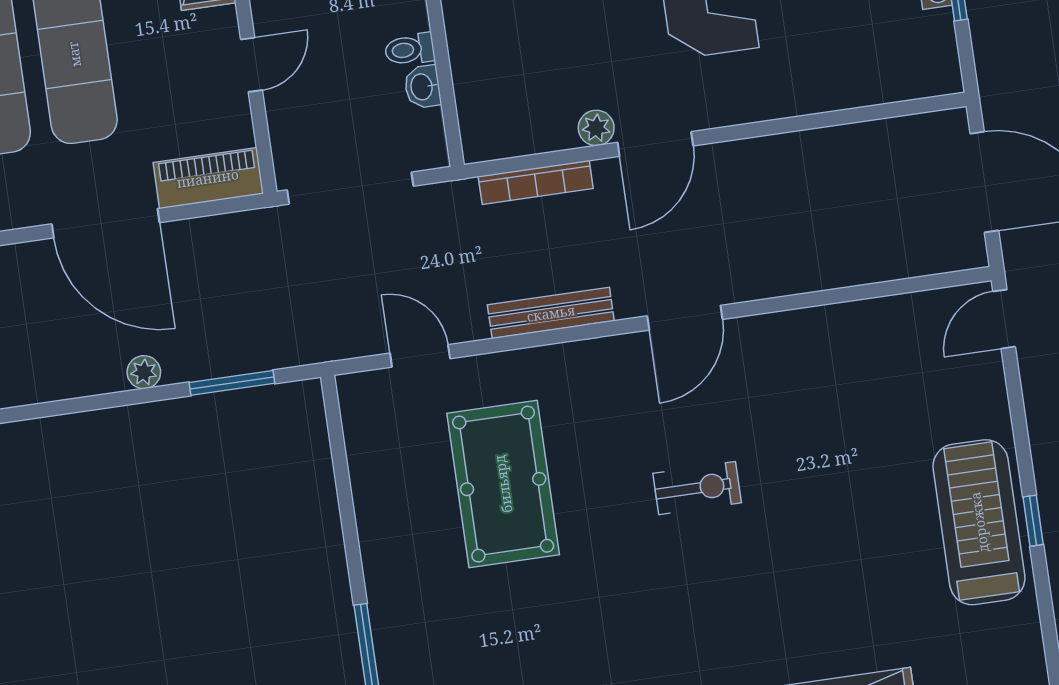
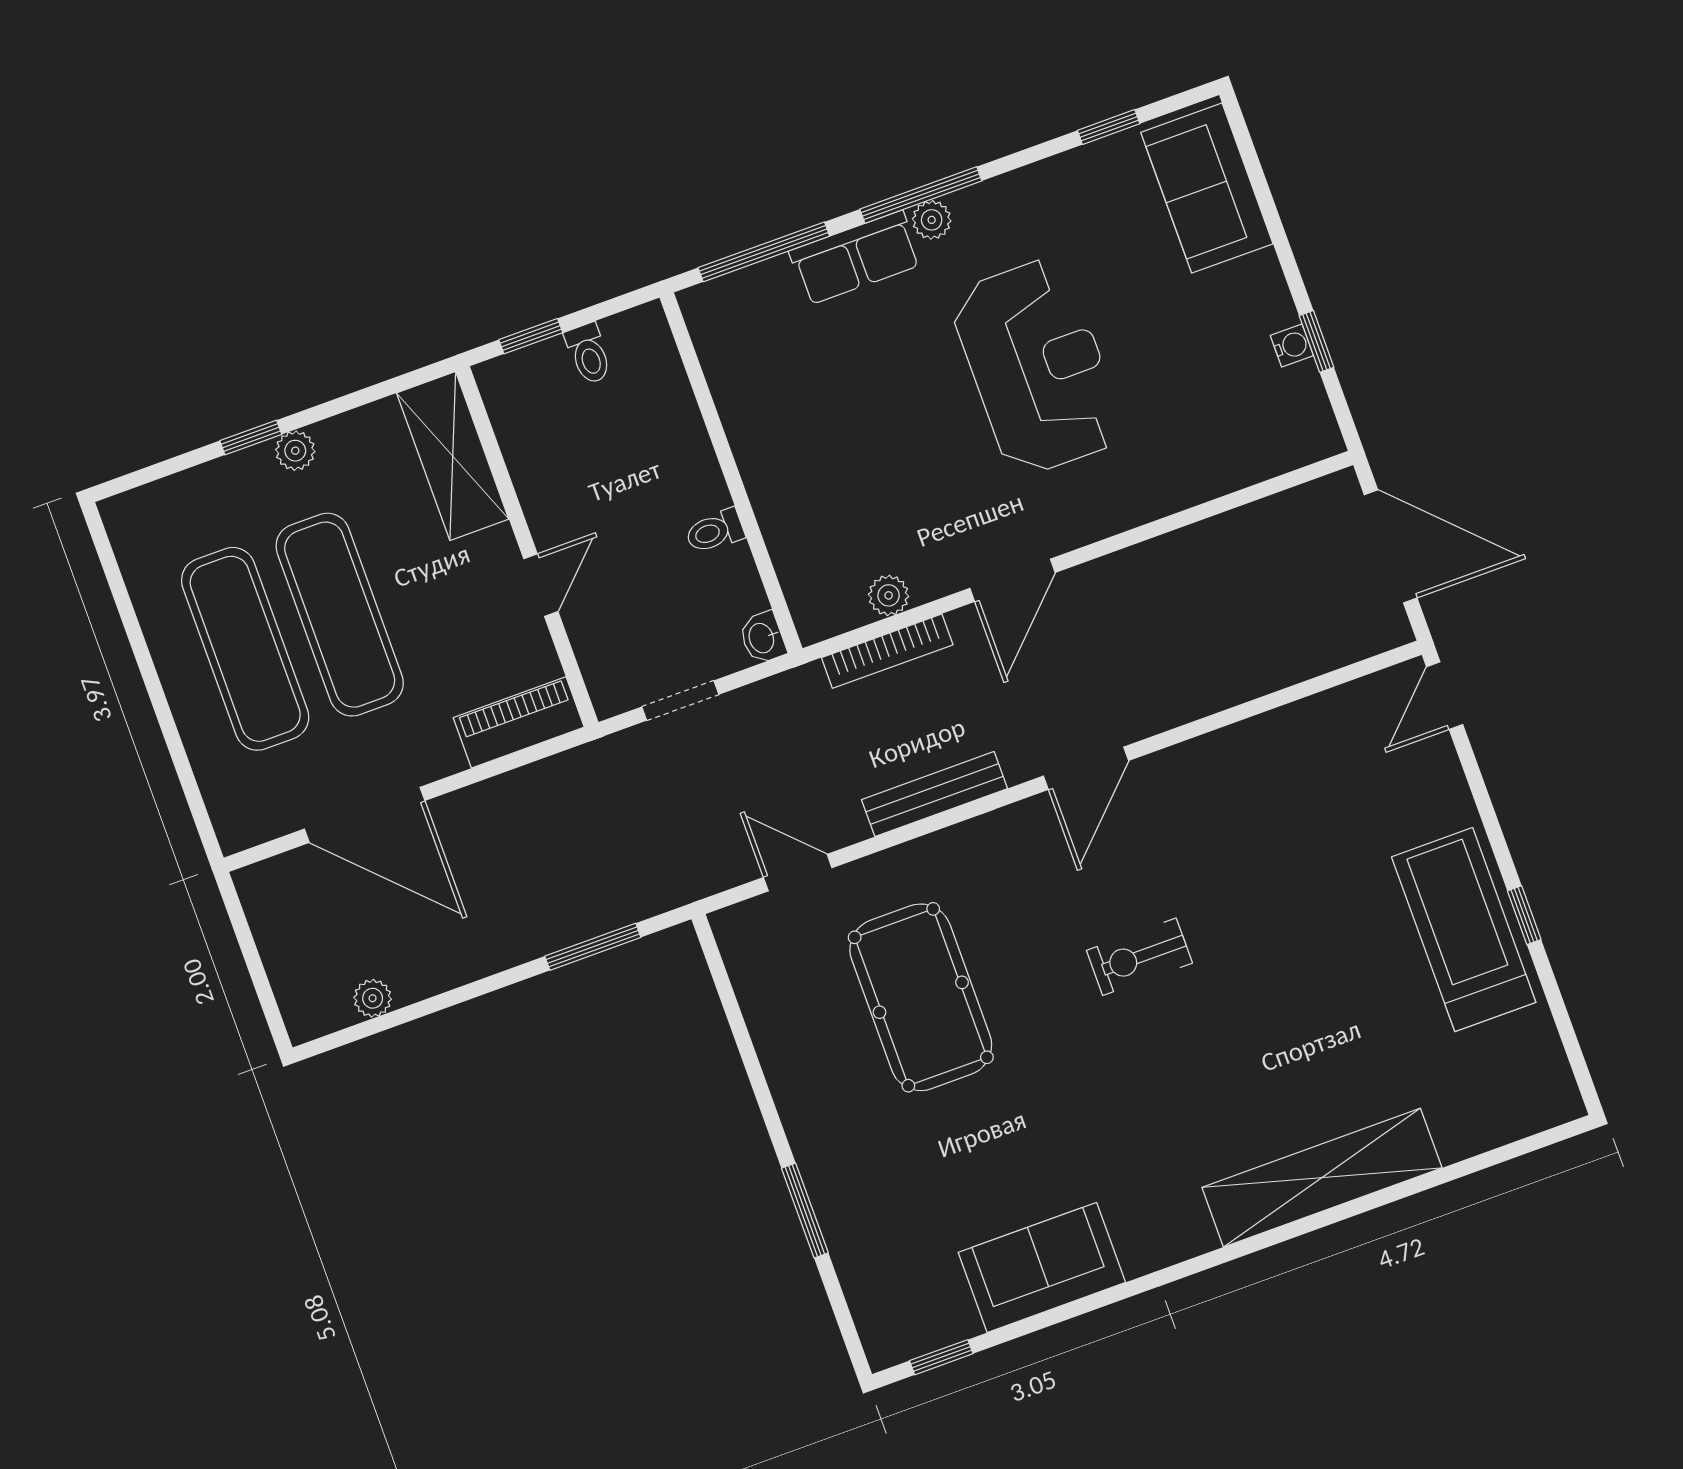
washbasin: (422, 87) -> (762, 638), moved
plant: (596, 128) -> (889, 595), moved
doorway: (350, 188) -> (680, 701), width x0.53
door: (106, 223) -> (365, 815), moved
plant: (144, 372) -> (373, 998), moved
exercise bike: (697, 488) -> (1139, 957), turned 180

